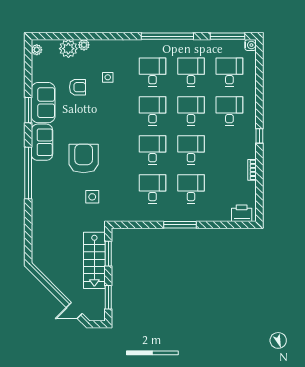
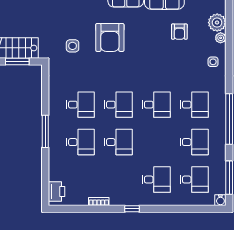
side table: (108, 77) -> (213, 62), moved
desk: (191, 111) -> (156, 142), removed
armchair: (84, 159) -> (110, 37), turned 90

